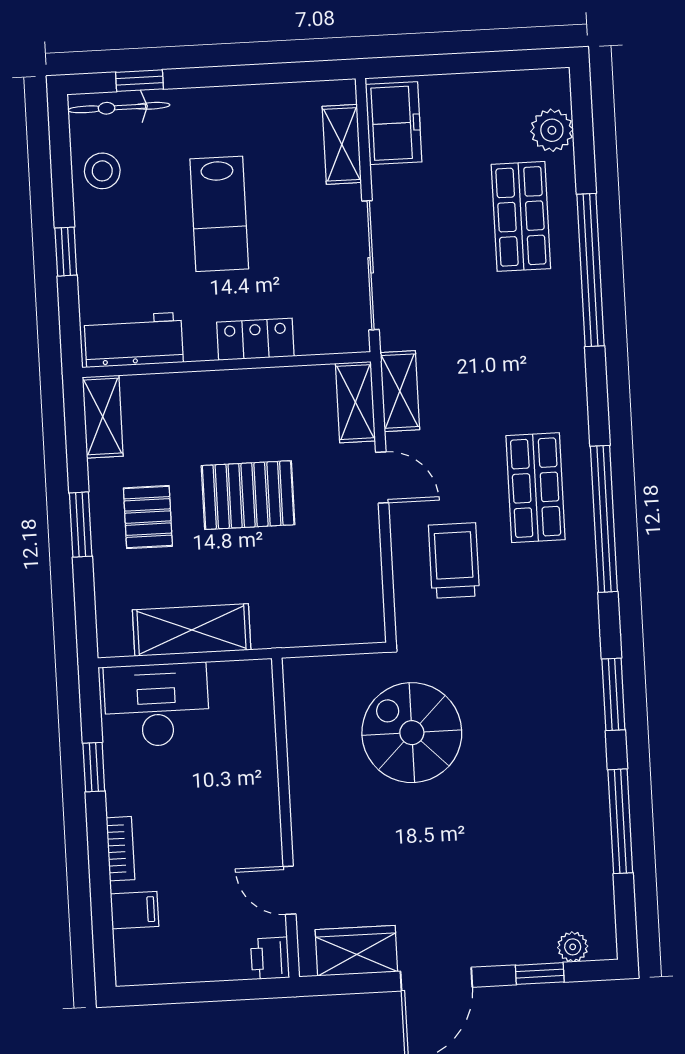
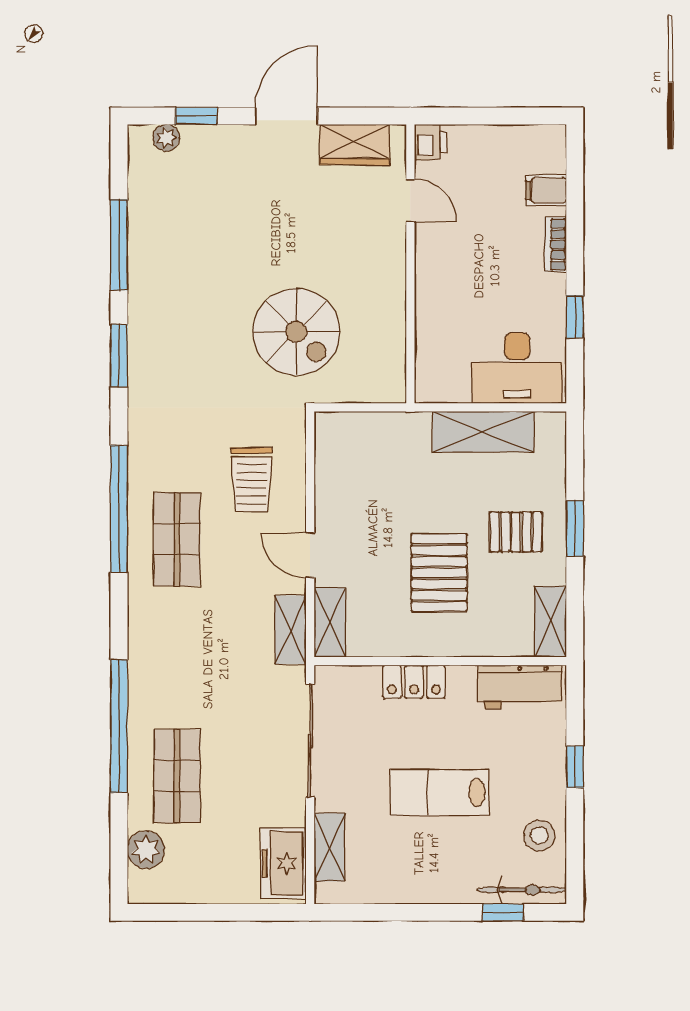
lab bench: (219, 214) -> (439, 793), turned -90
pallet: (248, 495) -> (439, 573), moved, turned 90
pallet: (148, 517) -> (516, 532), turned 90

